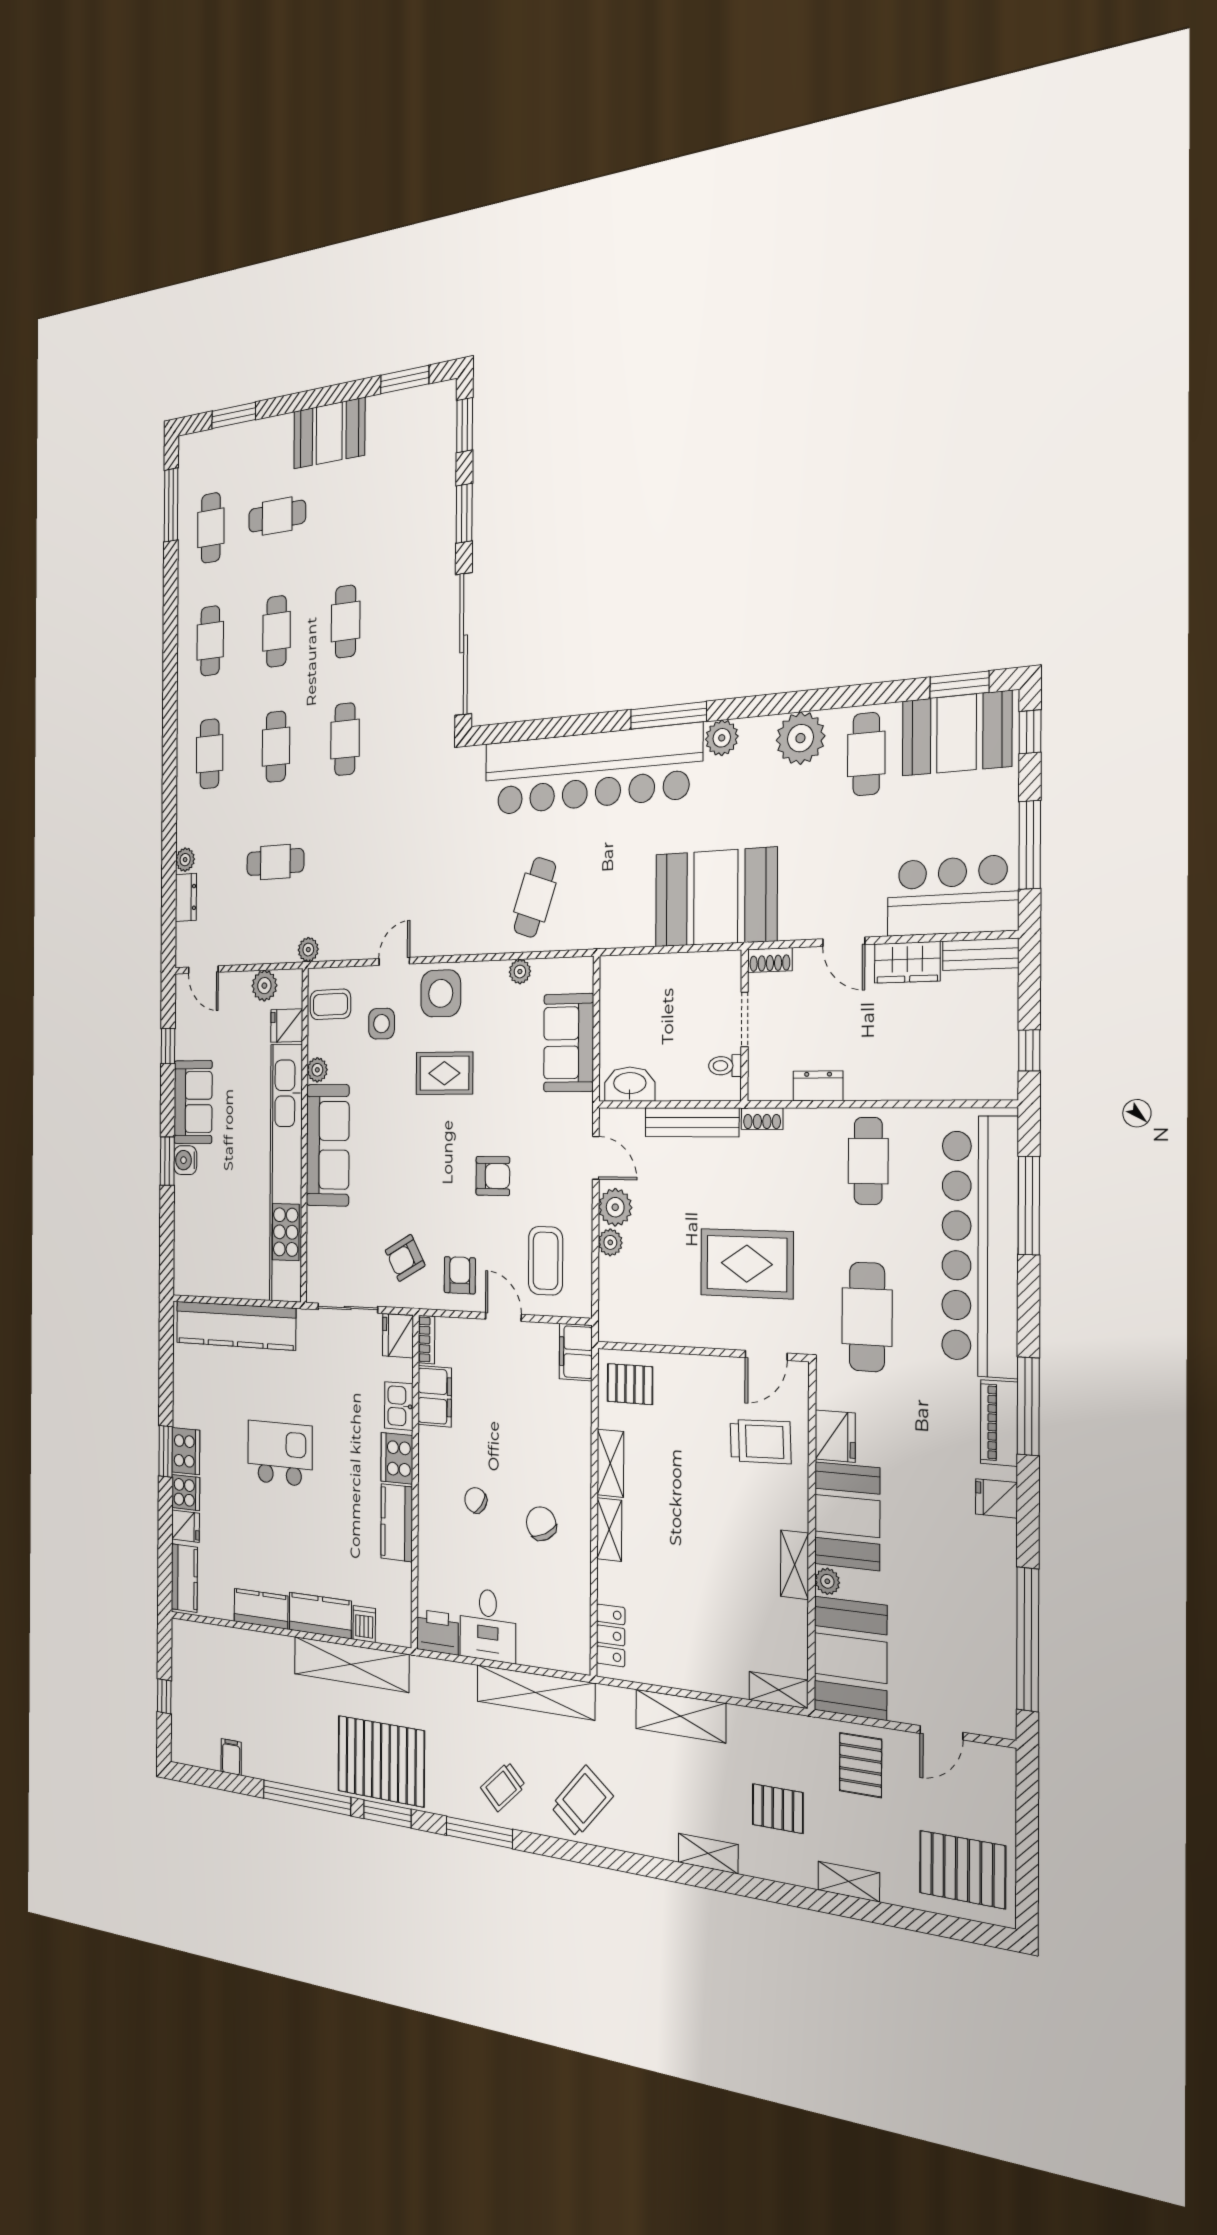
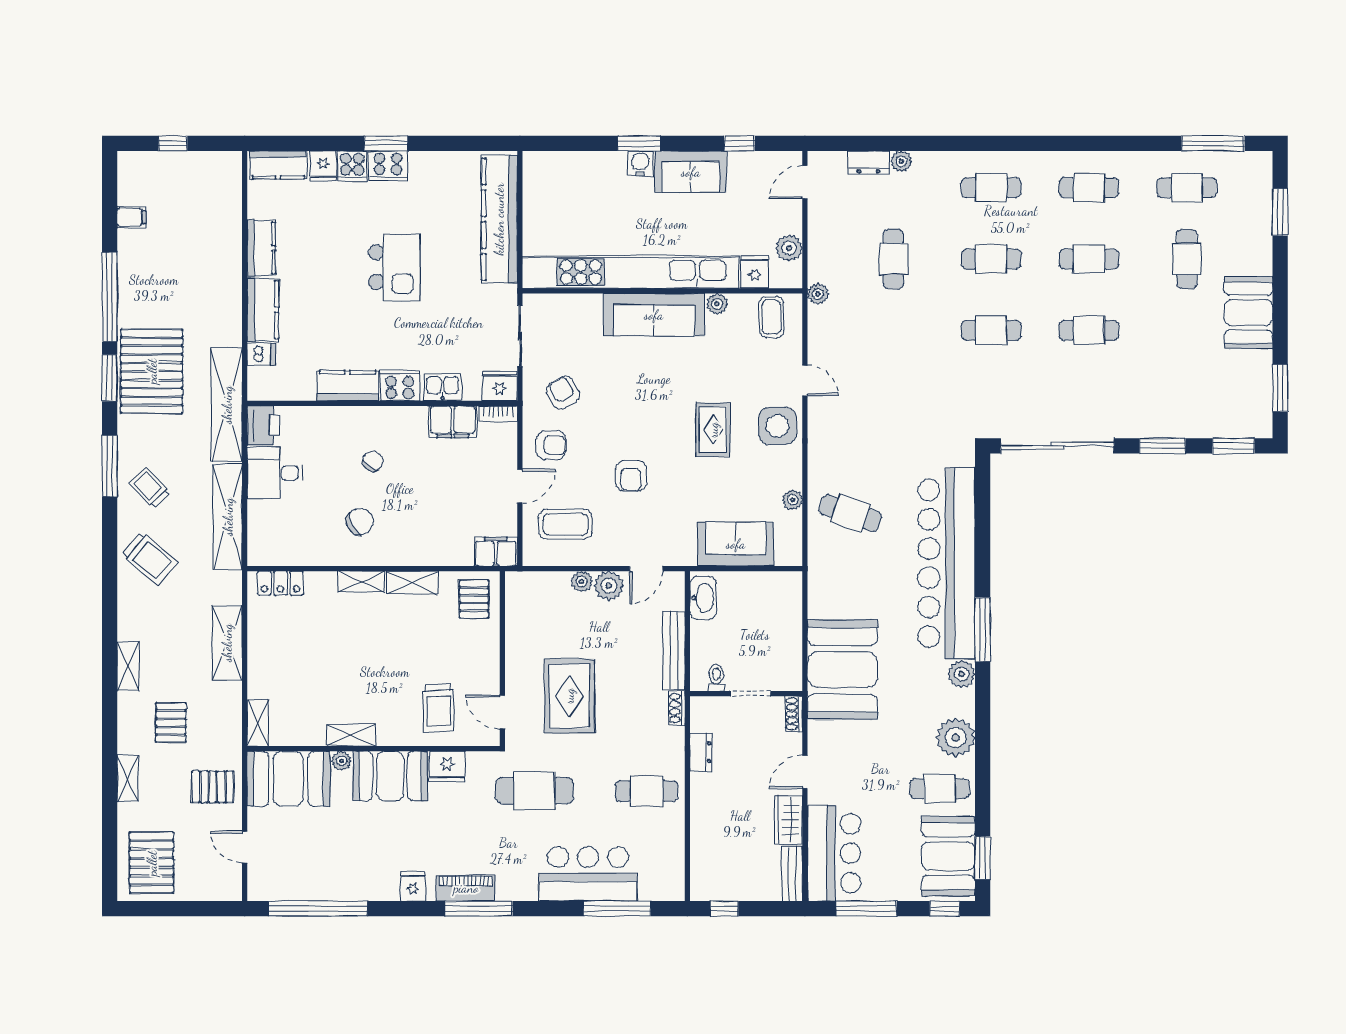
side table: (382, 1024) -> (754, 368), removed
bar counter: (980, 1246) -> (588, 874), width x0.54
shelving: (351, 1664) -> (227, 405), moved

